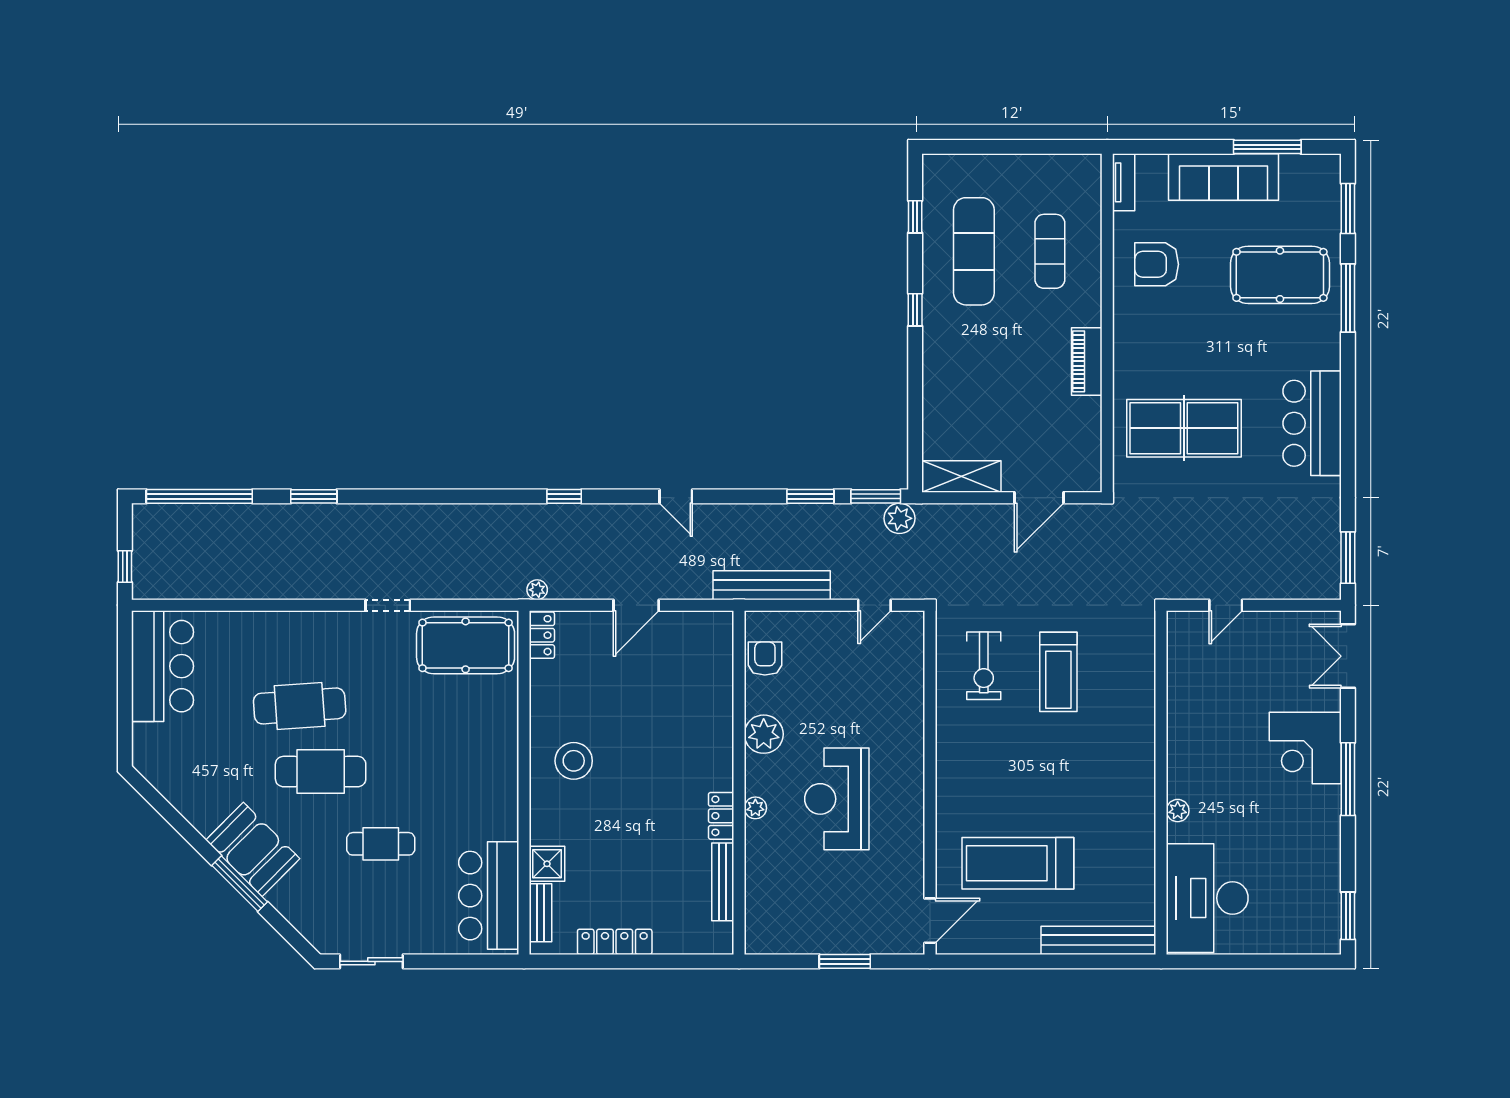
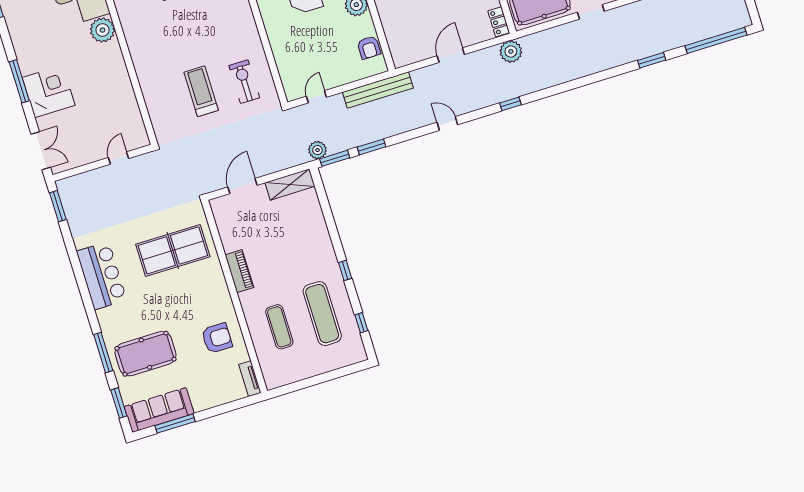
sofa: (1224, 177) -> (159, 410), moved
plant: (537, 590) -> (511, 51), width x1.88, depth x1.88
plant: (1178, 811) -> (102, 30), width x1.88, depth x1.88

